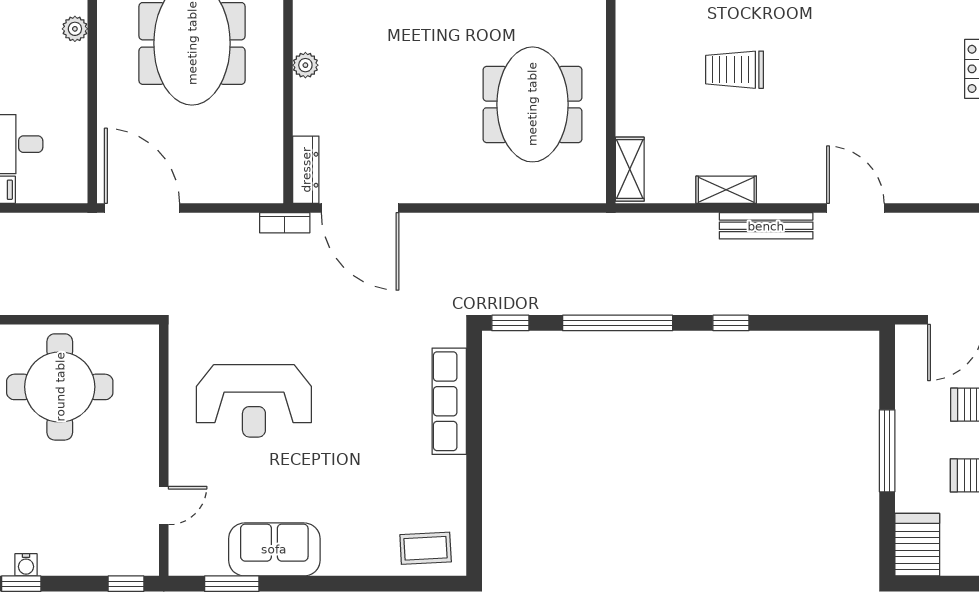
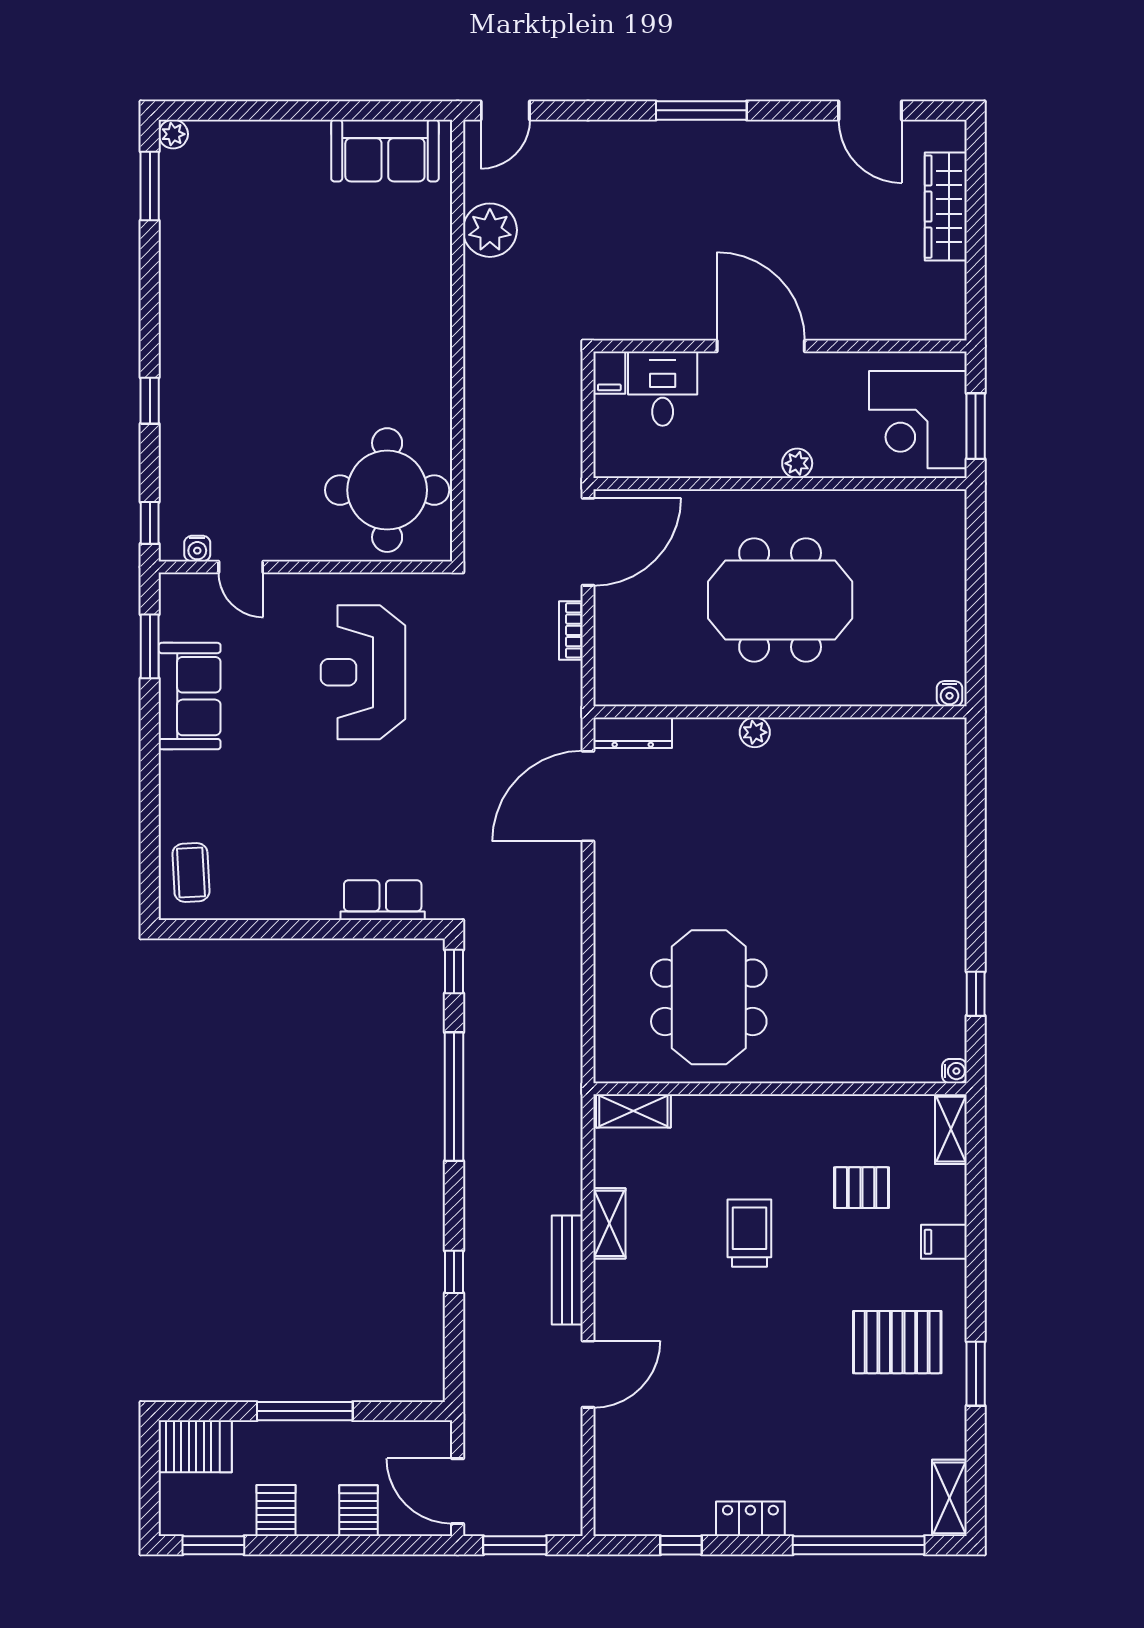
meeting table: (532, 104) -> (709, 997), turned 90
bookcase: (285, 223) -> (571, 630), moved
window: (731, 323) -> (454, 1272), moved
round table: (60, 387) -> (387, 490), moved
row of seats: (449, 401) -> (383, 900), width x0.68
water cooler: (26, 565) -> (197, 549), moved, turned -90

